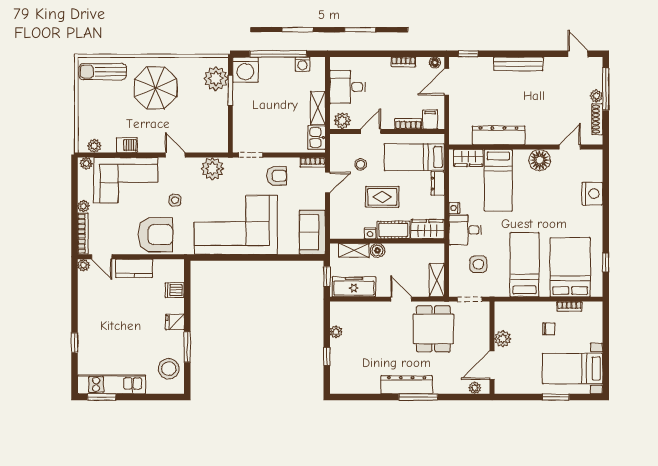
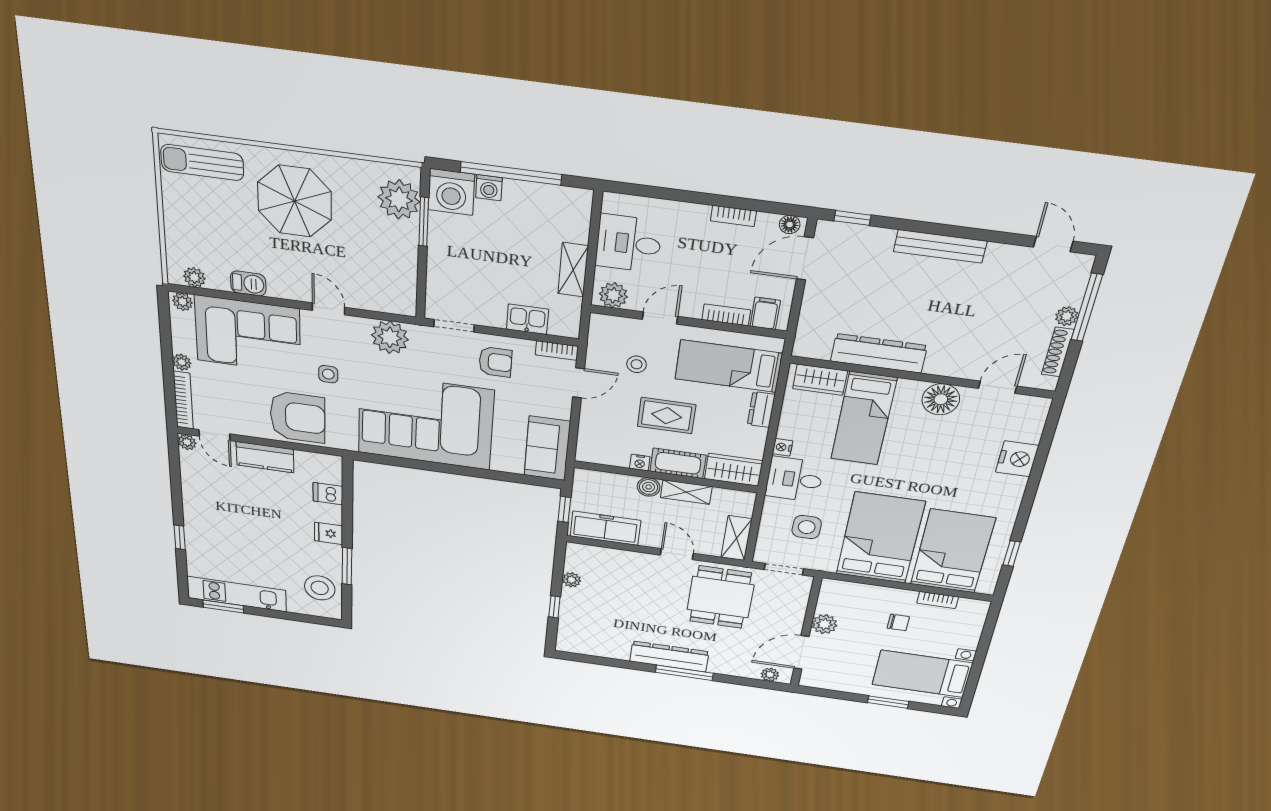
washing machine: (302, 64) -> (489, 188), moved
kitchen sink: (317, 138) -> (527, 319), moved, turned 90
shelving: (354, 250) -> (686, 492), moved
bed: (525, 265) -> (880, 538), width x1.50

